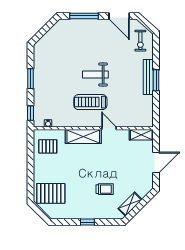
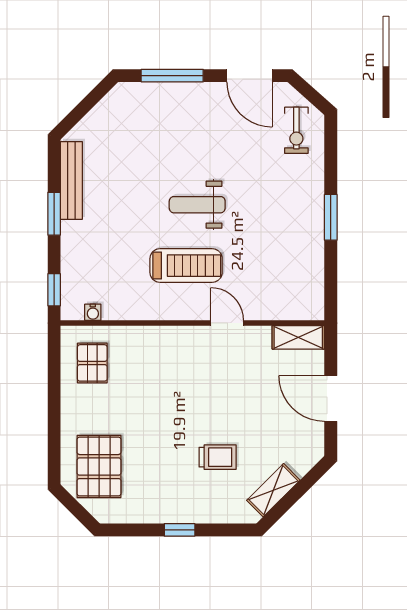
bench: (148, 77) -> (71, 180), moved
treadmill: (90, 102) -> (186, 266), turned 180
shelving: (83, 136) -> (170, 341), removed
pallet: (48, 146) -> (92, 363), turned 90
door: (156, 162) -> (331, 399), swing flipped
pallet: (51, 193) -> (99, 467), turned 90

